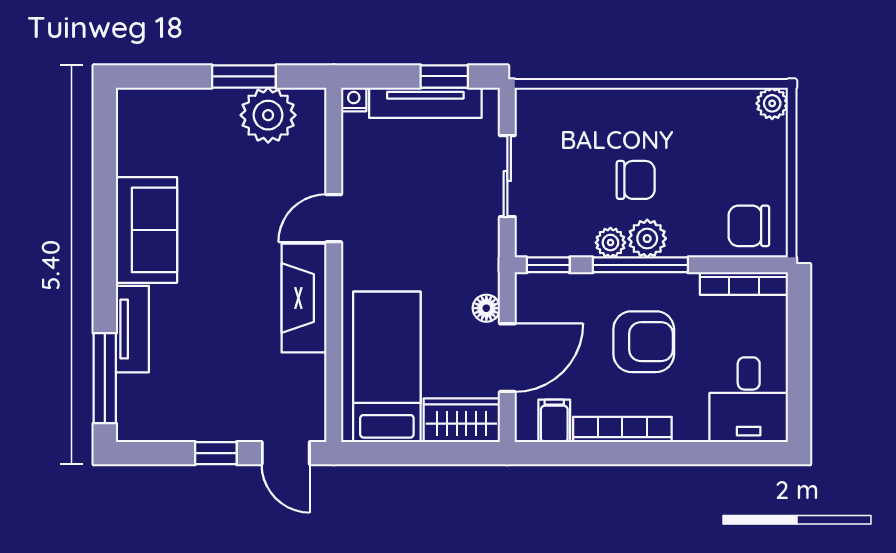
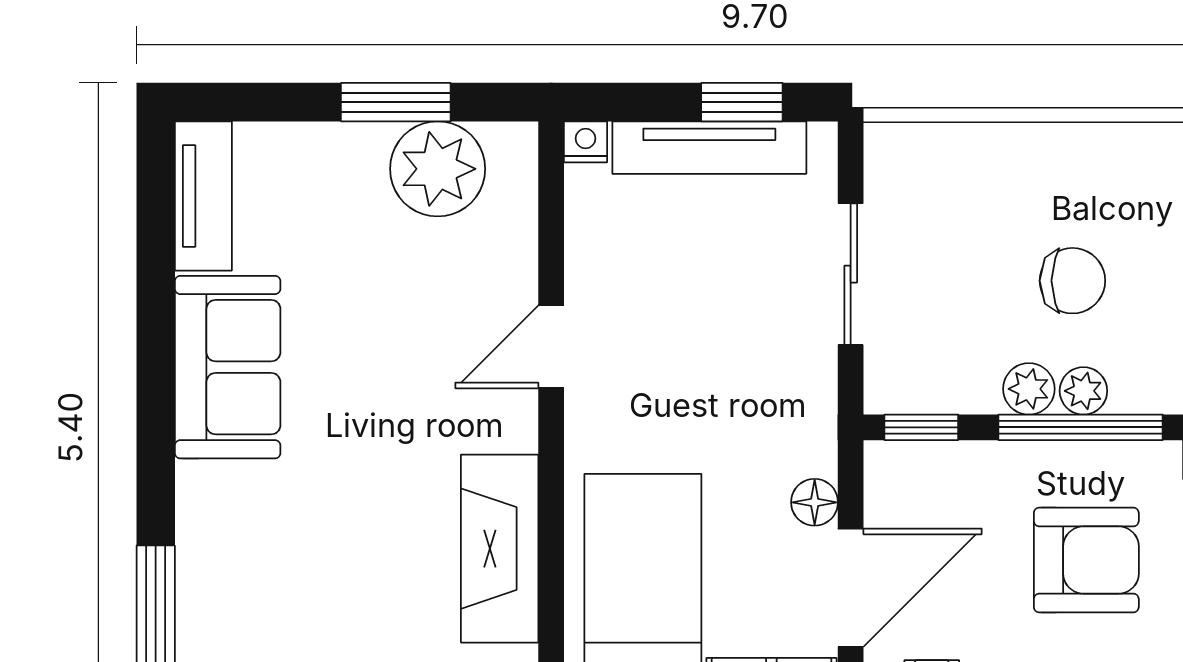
plant: (647, 239) -> (1083, 391), width x0.73, depth x0.73
fireplace: (304, 298) -> (500, 549), moved
tv unit: (132, 329) -> (203, 196), moved

